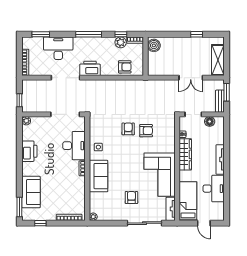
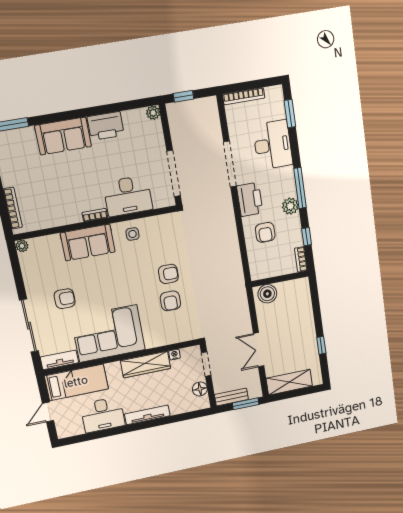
plant: (121, 42) -> (290, 206), moved
boiler: (154, 45) -> (267, 294), moved
armchair: (125, 67) -> (265, 232), moved
sofa: (31, 192) -> (63, 136), moved

